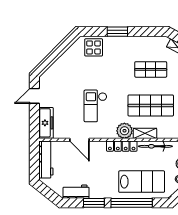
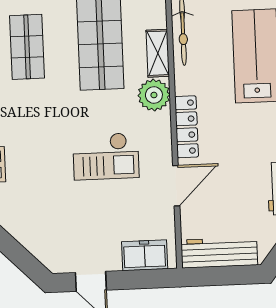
freezer: (46, 123) -> (145, 255), width x0.71
locker: (122, 146) -> (187, 127), moved

